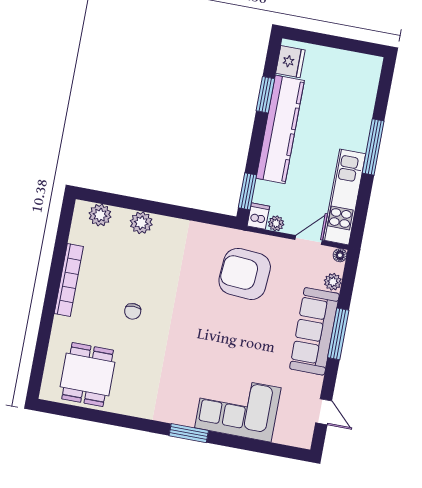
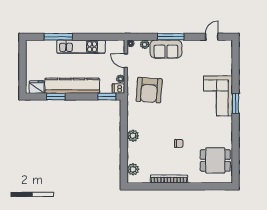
window: (373, 147) -> (58, 37), moved
kitchen unit: (344, 197) -> (81, 47), moved
plant: (141, 223) -> (133, 136), moved
sofa: (314, 331) -> (166, 49), width x0.73
corner sofa: (238, 408) -> (218, 96), moved

